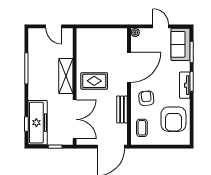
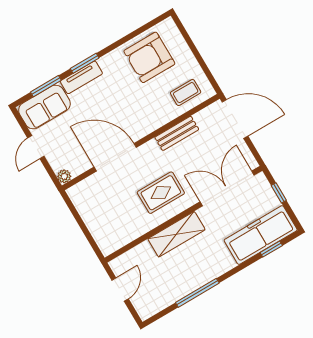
rug: (94, 81) -> (161, 193), turned 90
tv unit: (185, 85) -> (81, 77), moved
armchair: (146, 98) -> (143, 110), removed
armchair: (173, 119) -> (149, 57), turned 180

